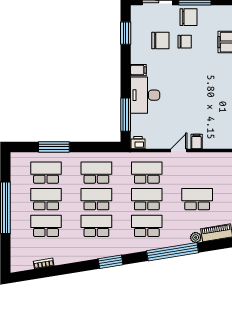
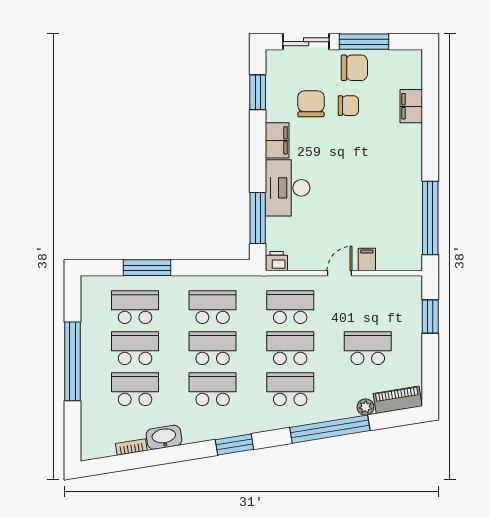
chair: (160, 40) -> (311, 104), turned -90
filing cabinet: (138, 70) -> (277, 140), width x2.00
washbasin: (65, 257) -> (164, 437), added

